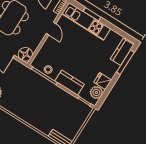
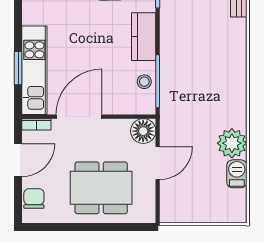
door: (51, 28) -> (79, 117), width x1.88

